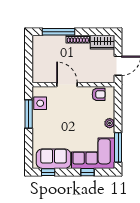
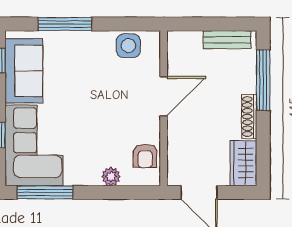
bench: (37, 51) -> (227, 40), added
window: (29, 114) -> (65, 24), moved
plant: (110, 123) -> (111, 177), moved

